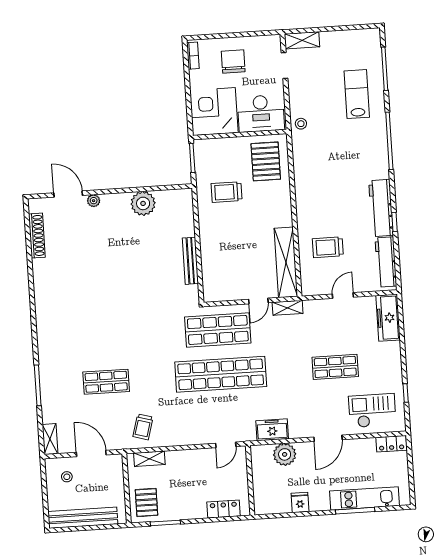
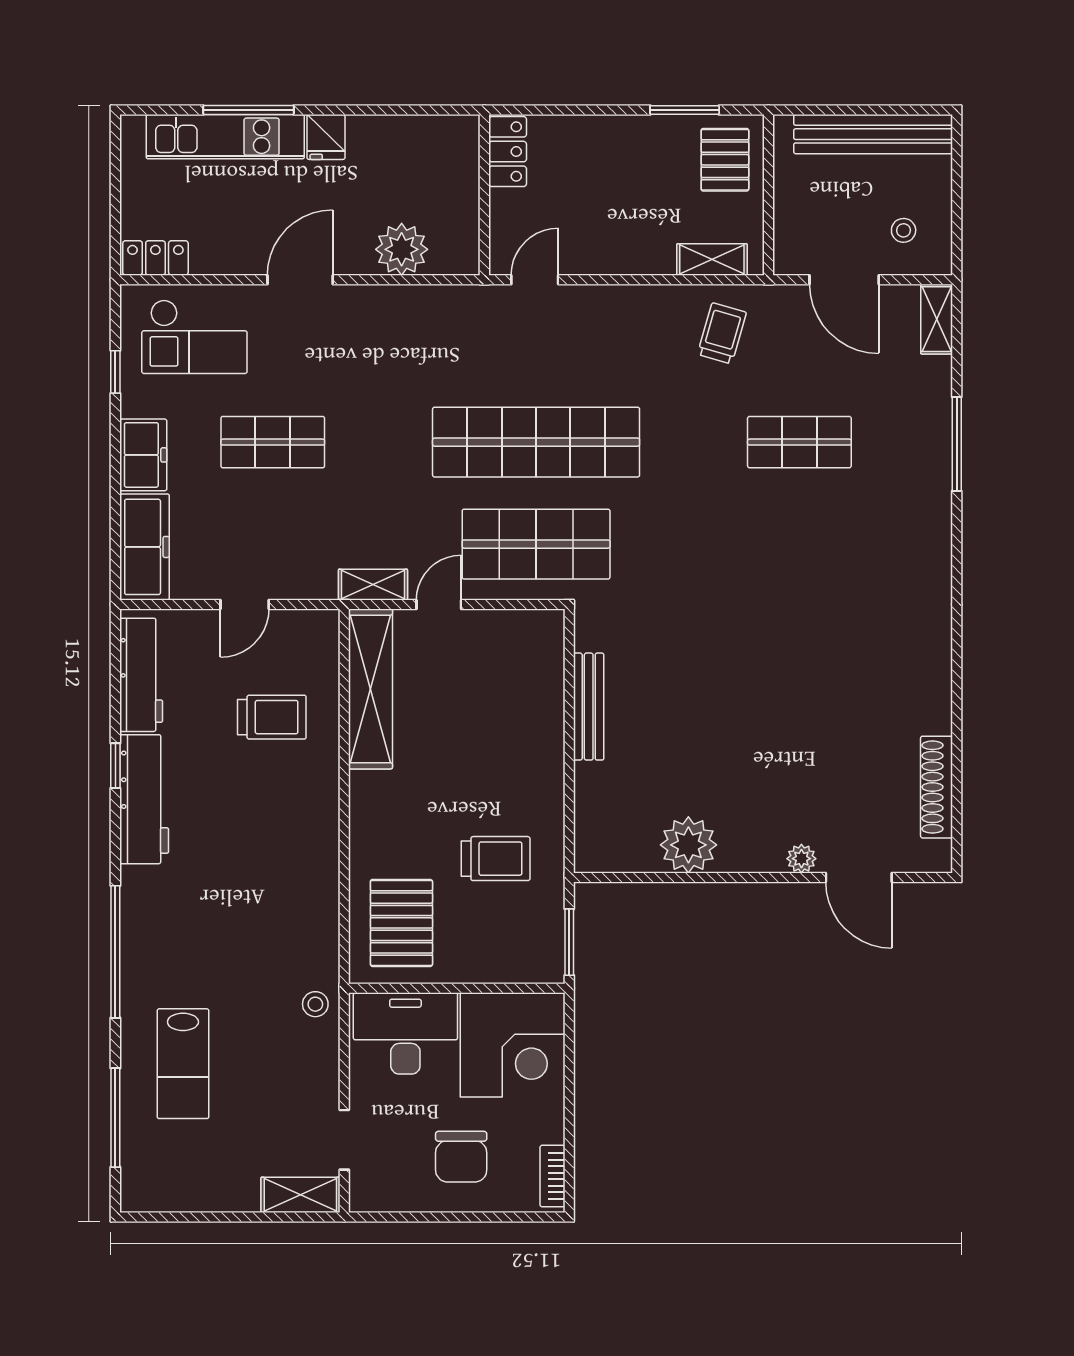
freezer: (272, 430) -> (143, 455), moved, turned -90
fridge: (300, 502) -> (326, 137), moved
locker: (224, 509) -> (508, 152), moved, turned -90

